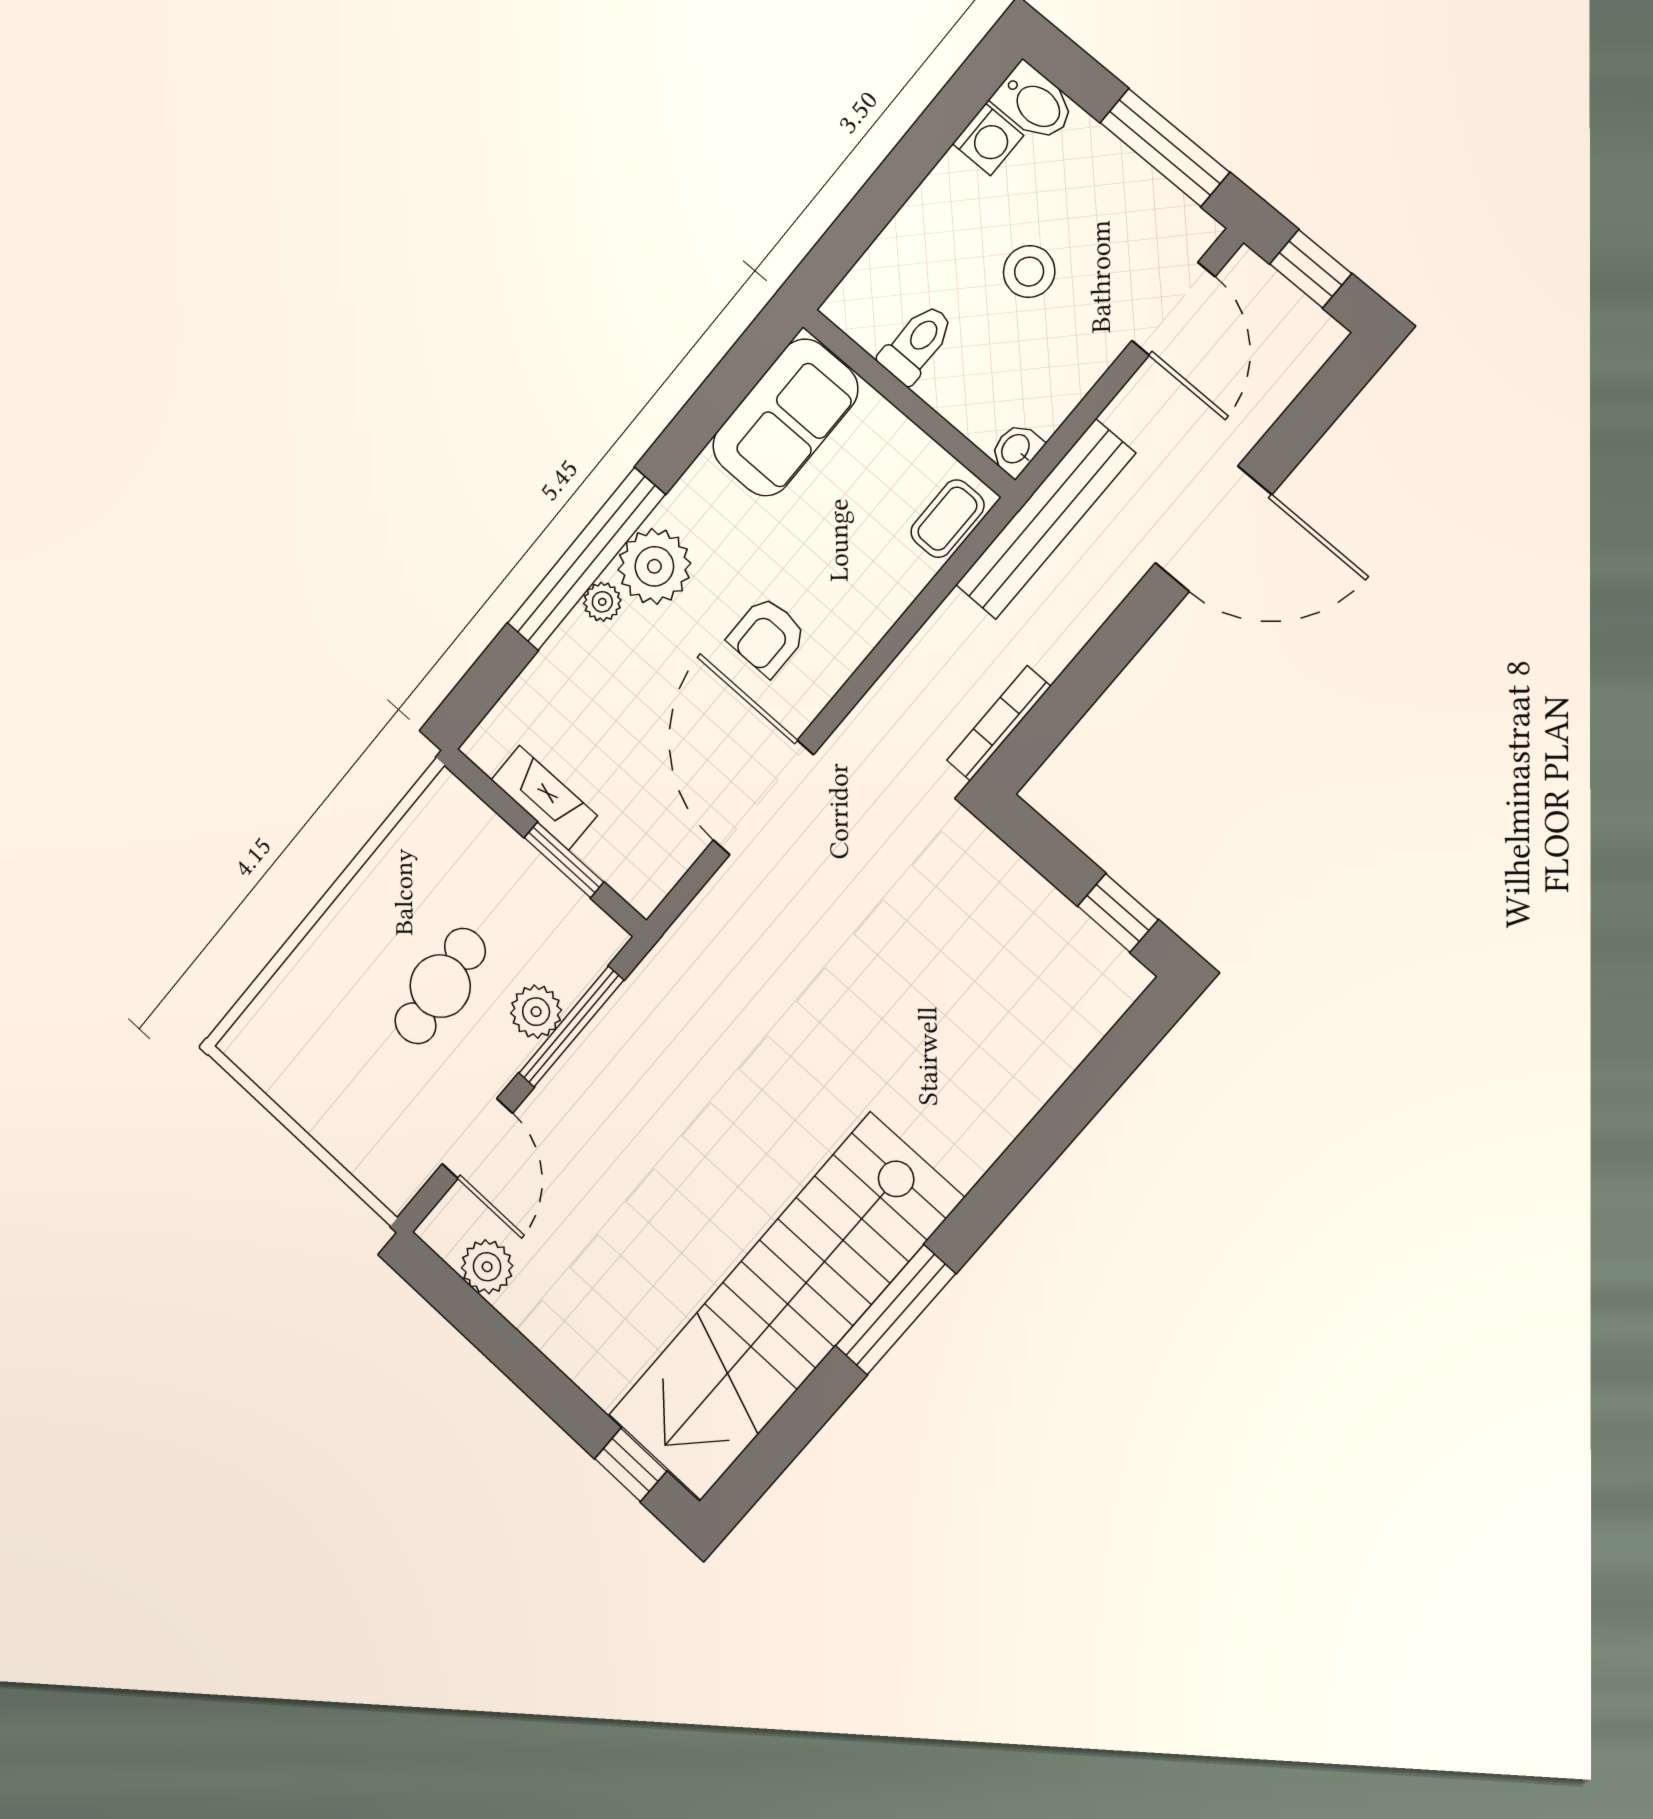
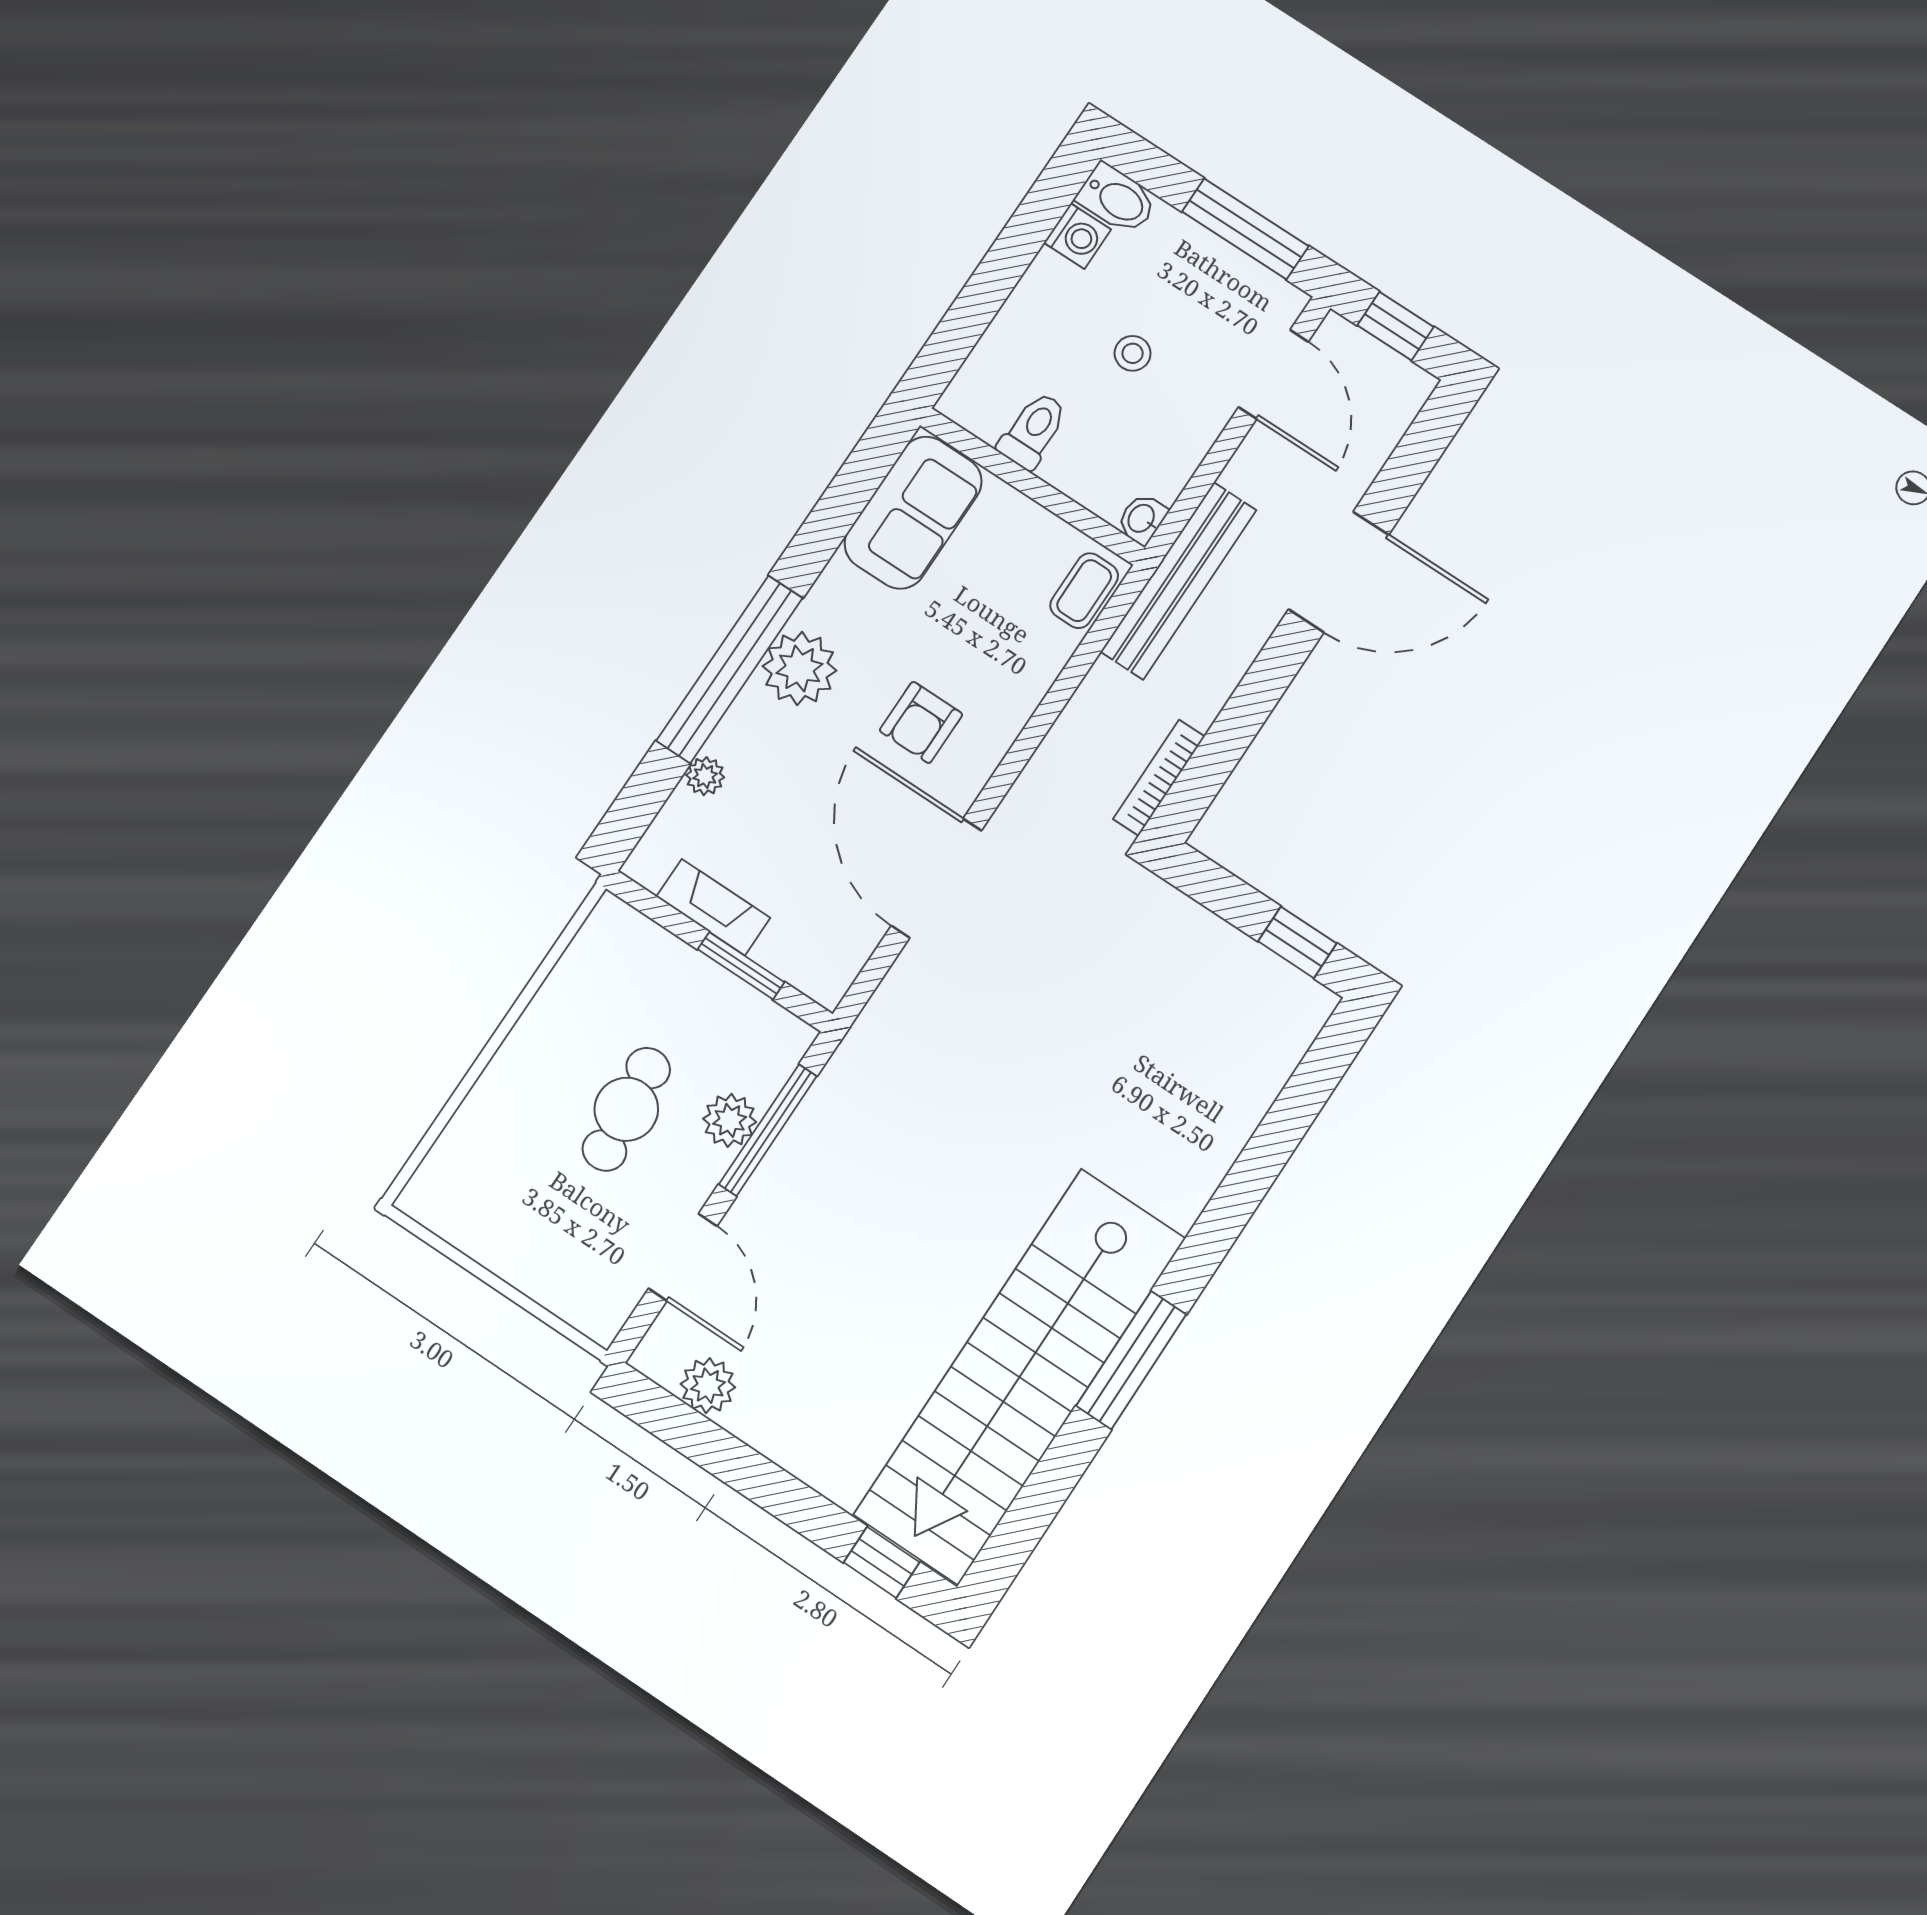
stool: (1029, 272) -> (1133, 353), width x0.73, depth x0.73
plant: (602, 602) -> (705, 776), moved

